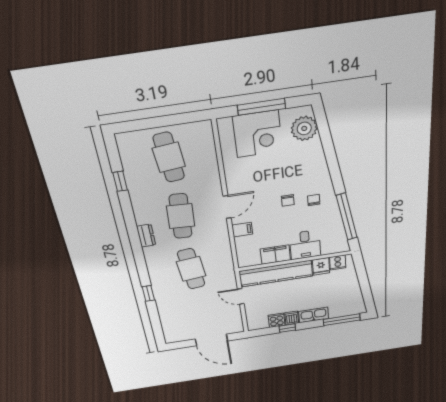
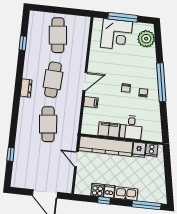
window: (347, 217) -> (161, 82), moved
window: (148, 293) -> (11, 154), moved

